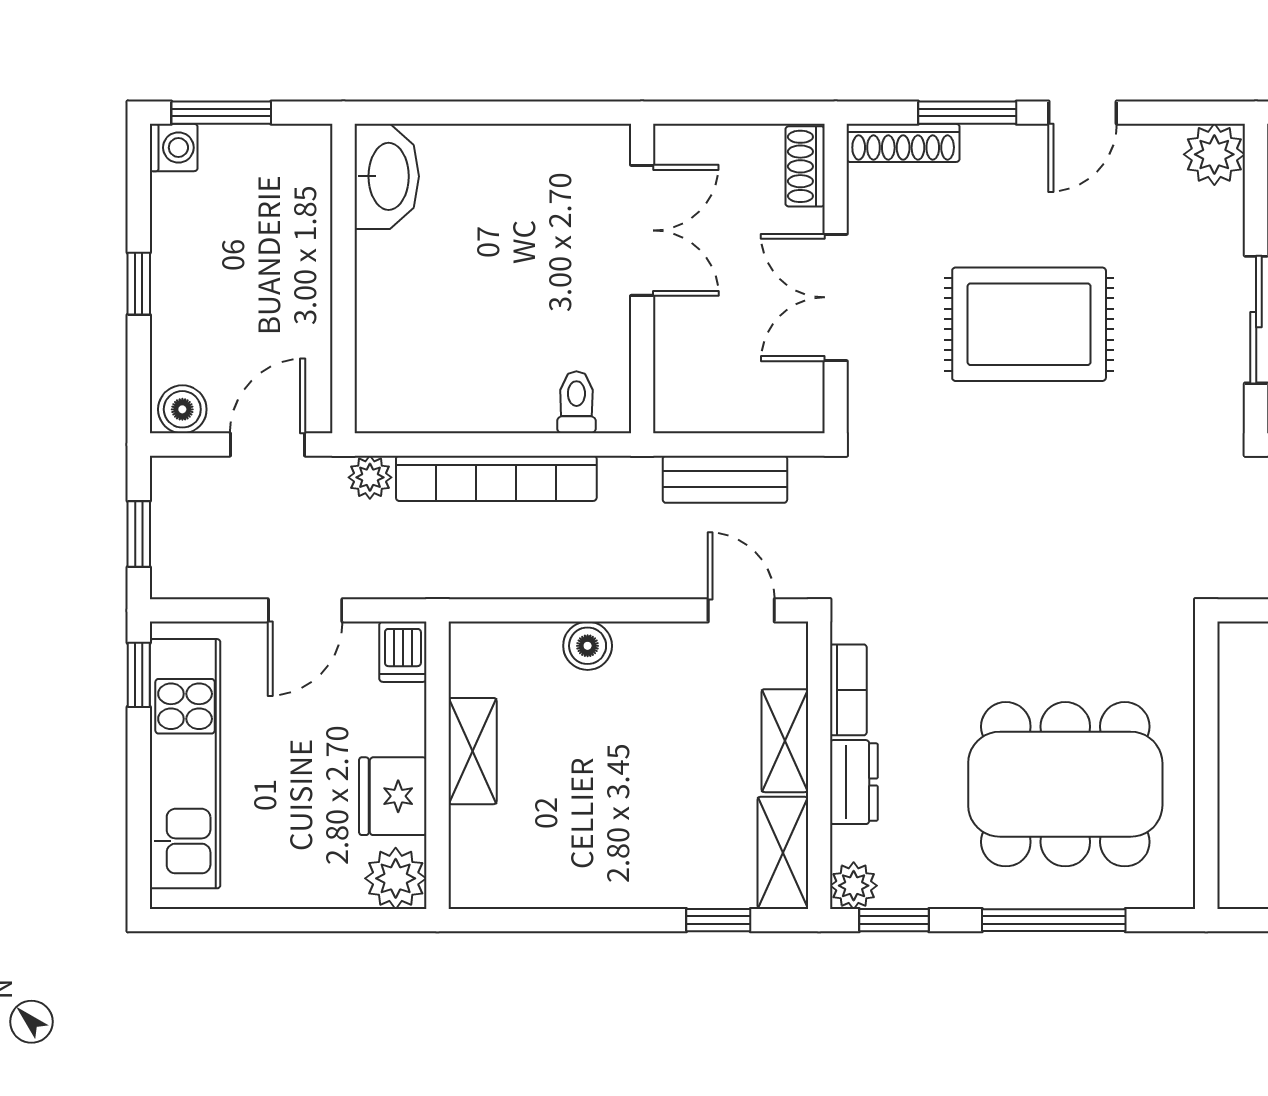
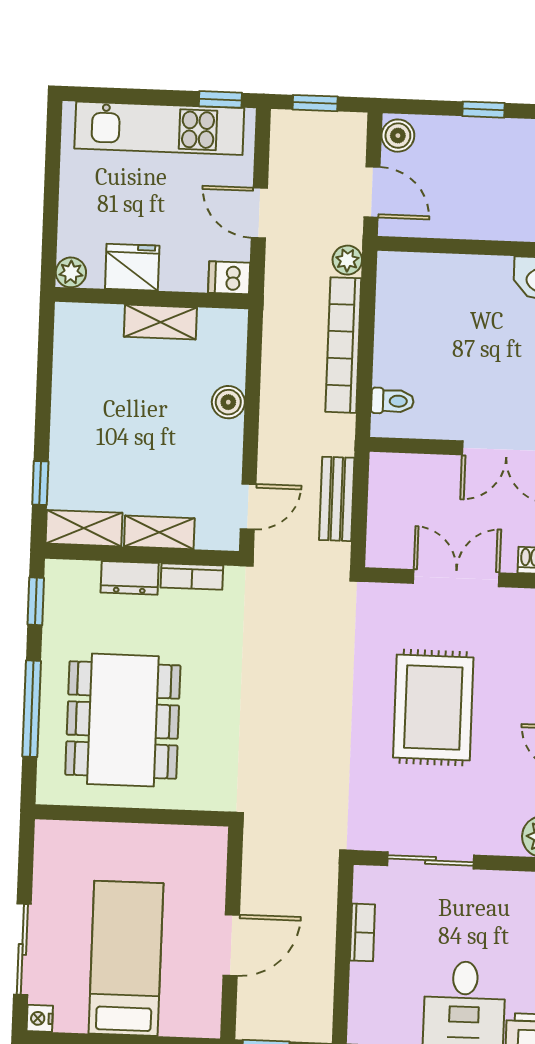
plant: (396, 878) -> (71, 272), width x0.73, depth x0.73
plant: (854, 886) -> (60, 575), removed

